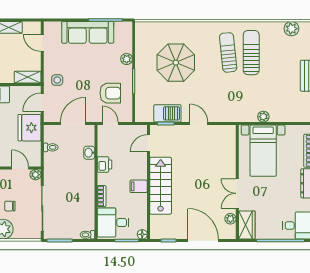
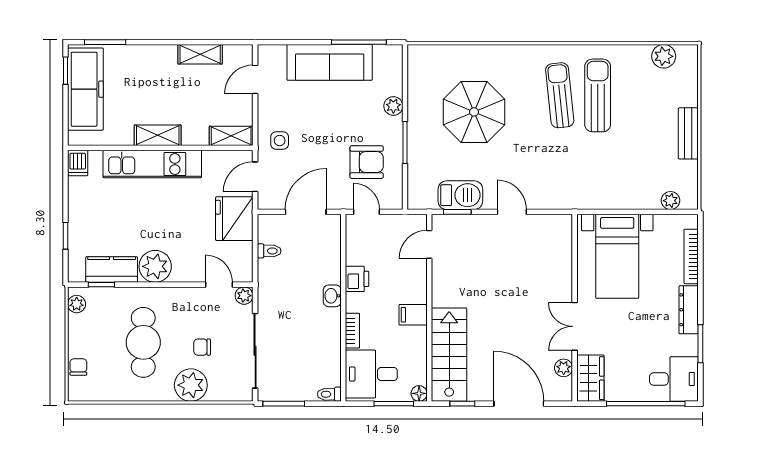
door: (42, 43) -> (255, 79), hinge flipped
plant: (263, 117) -> (670, 201), moved
washbasin: (89, 153) -> (332, 296), moved
stairs: (161, 186) -> (449, 355), moved

